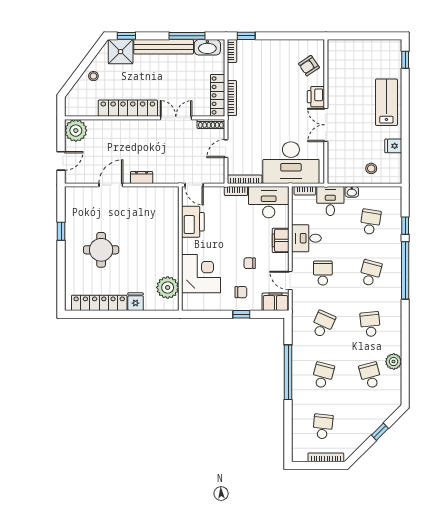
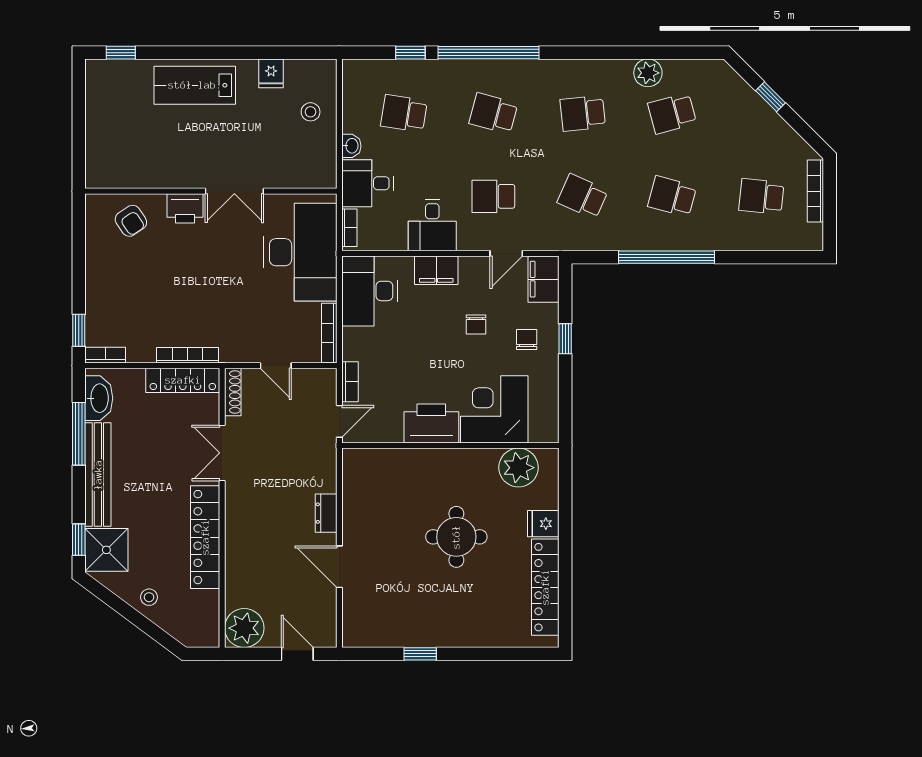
bookcase: (236, 191) -> (350, 382), moved
printer: (193, 222) -> (431, 423), moved
round table: (101, 250) -> (456, 537), moved

